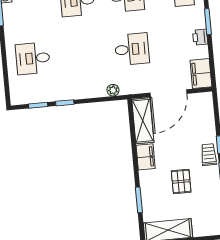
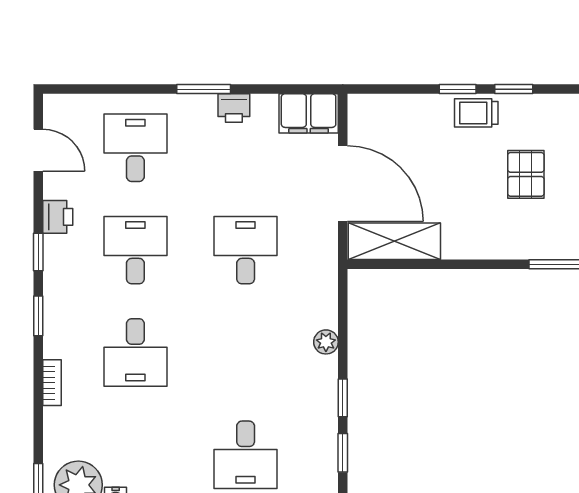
plant: (113, 90) -> (326, 342), moved
filing cabinet: (146, 157) -> (469, 242), removed
pallet: (181, 181) -> (526, 174), turned 90

